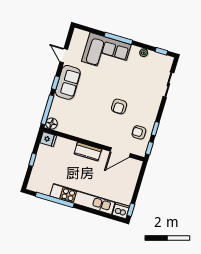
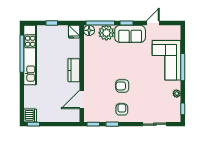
plant: (59, 106) -> (106, 33), added
armchair: (139, 132) -> (122, 109), moved
door: (120, 152) -> (82, 99), hinge flipped
kitchen unit: (82, 199) -> (30, 55), moved

